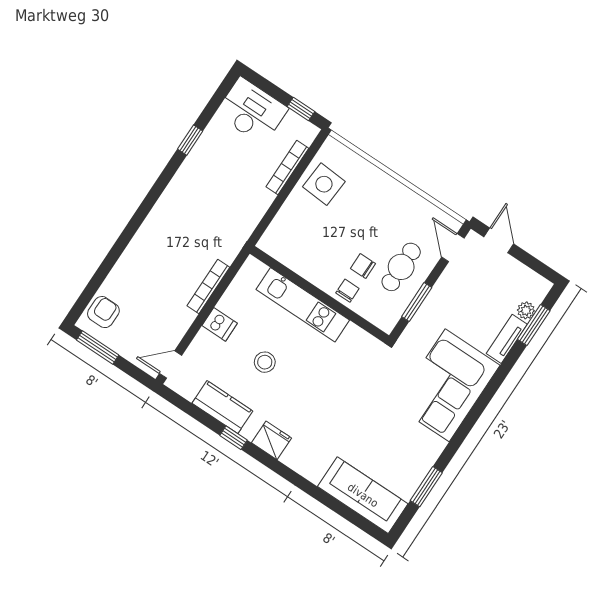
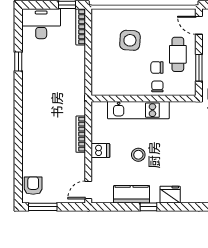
bookcase: (287, 168) -> (81, 27), moved
side table: (324, 184) -> (130, 40), moved

